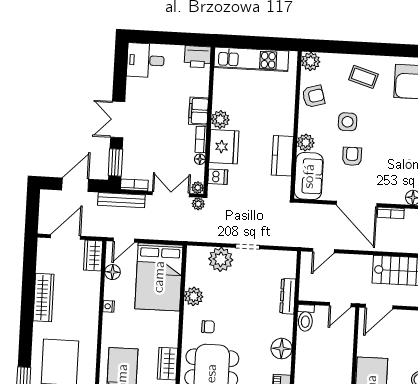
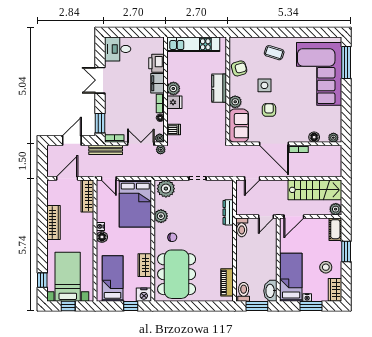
printer: (198, 57) -> (156, 63), moved, turned 90
plant: (311, 61) -> (236, 44), removed
double door: (118, 120) -> (100, 80), moved
fridge: (224, 147) -> (174, 102), width x0.53, depth x0.75
kitchen counter: (282, 156) -> (219, 88), moved
door: (124, 240) -> (109, 178), hinge flipped
wardrobe: (93, 255) -> (87, 196), width x1.50
plant: (221, 259) -> (166, 189), moved
floor lamp: (113, 272) -> (102, 237), moved
floor lamp: (282, 349) -> (226, 250), removed

